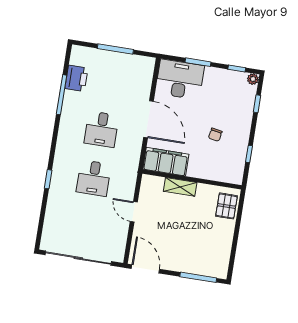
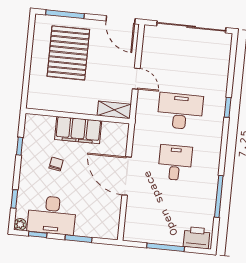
printer: (76, 78) -> (197, 238), moved, turned 90
desk: (180, 79) -> (52, 215), moved
filing cabinet: (166, 162) -> (78, 130), moved
desk: (94, 178) -> (180, 111), width x1.37
shelving: (180, 187) -> (114, 110), moved
pallet: (226, 206) -> (68, 53), moved, width x2.05, depth x2.00

